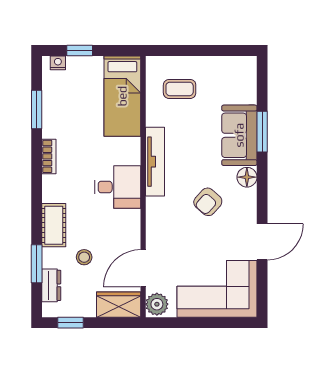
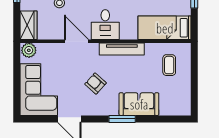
window: (262, 132) -> (122, 119), moved
floor lamp: (247, 177) -> (112, 109), removed
door: (143, 268) -> (76, 41), moved

